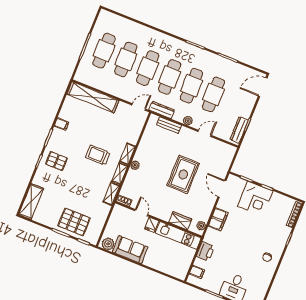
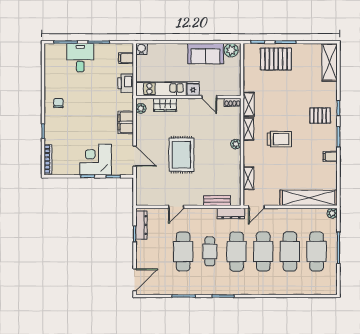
cafe table: (192, 86) -> (210, 251), width x0.73, depth x0.74
plant: (188, 121) -> (332, 213), moved
shelving: (128, 154) -> (248, 178), moved
water cooler: (181, 274) -> (141, 49), added

